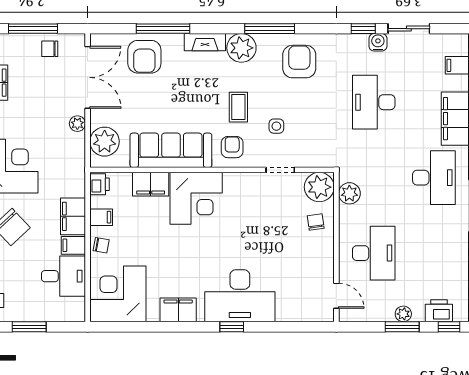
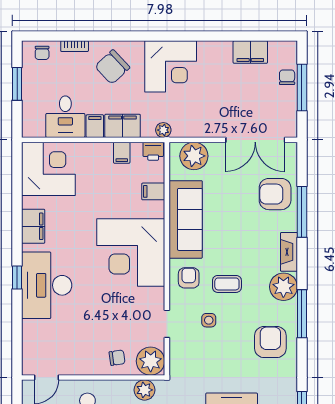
chair: (50, 49) -> (287, 77), moved
armchair: (299, 62) -> (270, 342), turned -90
plant: (77, 124) -> (163, 130), moved
armchair: (232, 147) -> (189, 278), turned -90
filing cabinet: (151, 184) -> (153, 191), width x0.50
corner desk: (196, 198) -> (131, 252), width x1.36, depth x1.36
chair: (101, 245) -> (95, 153), removed

